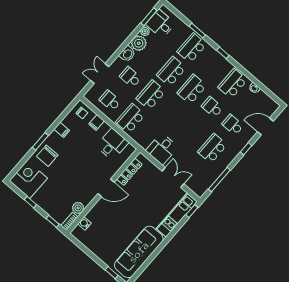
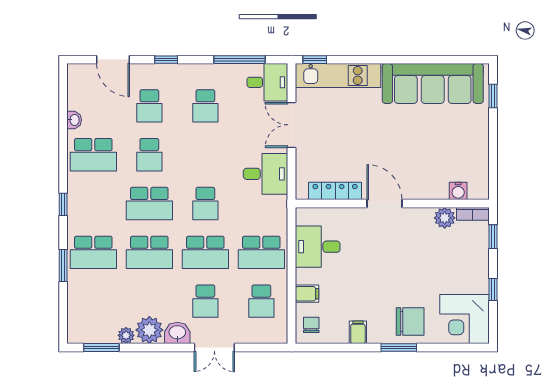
desk: (160, 24) -> (267, 82), moved, turned -90
double door: (100, 73) -> (214, 347), moved
school desk: (171, 113) -> (205, 204), added
school desk: (212, 148) -> (205, 106), width x0.54

